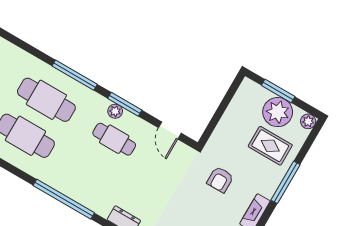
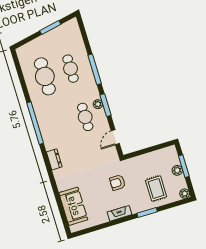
cafe table: (46, 100) -> (71, 69), width x0.73, depth x0.74
plant: (278, 112) -> (177, 170), width x0.53, depth x0.53
window: (286, 182) -> (147, 213), width x0.69

